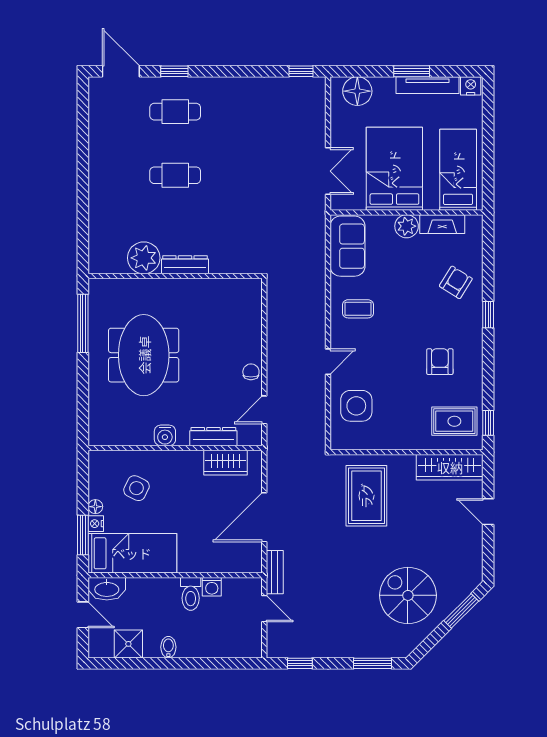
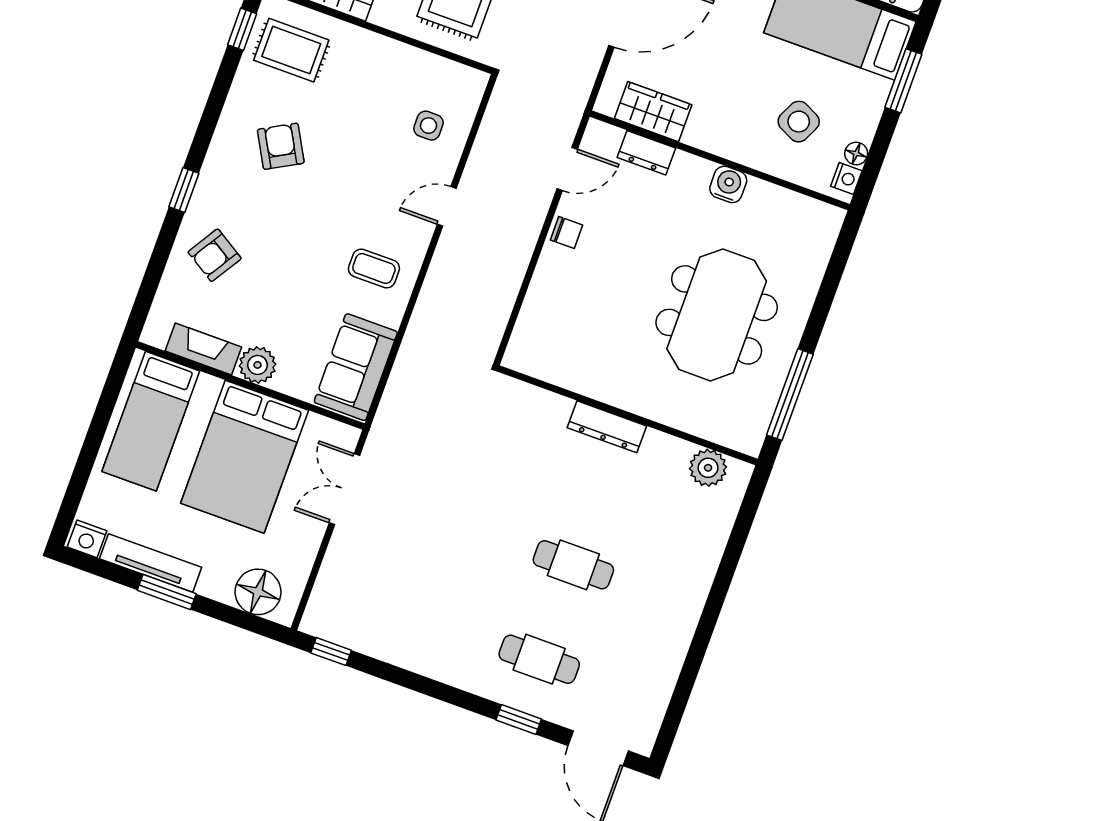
plant: (144, 258) -> (708, 468), moved, width x0.73, depth x0.73
armchair: (440, 362) -> (281, 146), turned 151
chair: (251, 372) -> (566, 233), turned -90
side table: (356, 406) -> (429, 126), width x0.54, depth x0.54
dresser: (213, 437) -> (646, 153), width x0.70
floor lamp: (95, 507) -> (856, 153), moved
nightstand: (96, 524) -> (846, 178), moved

